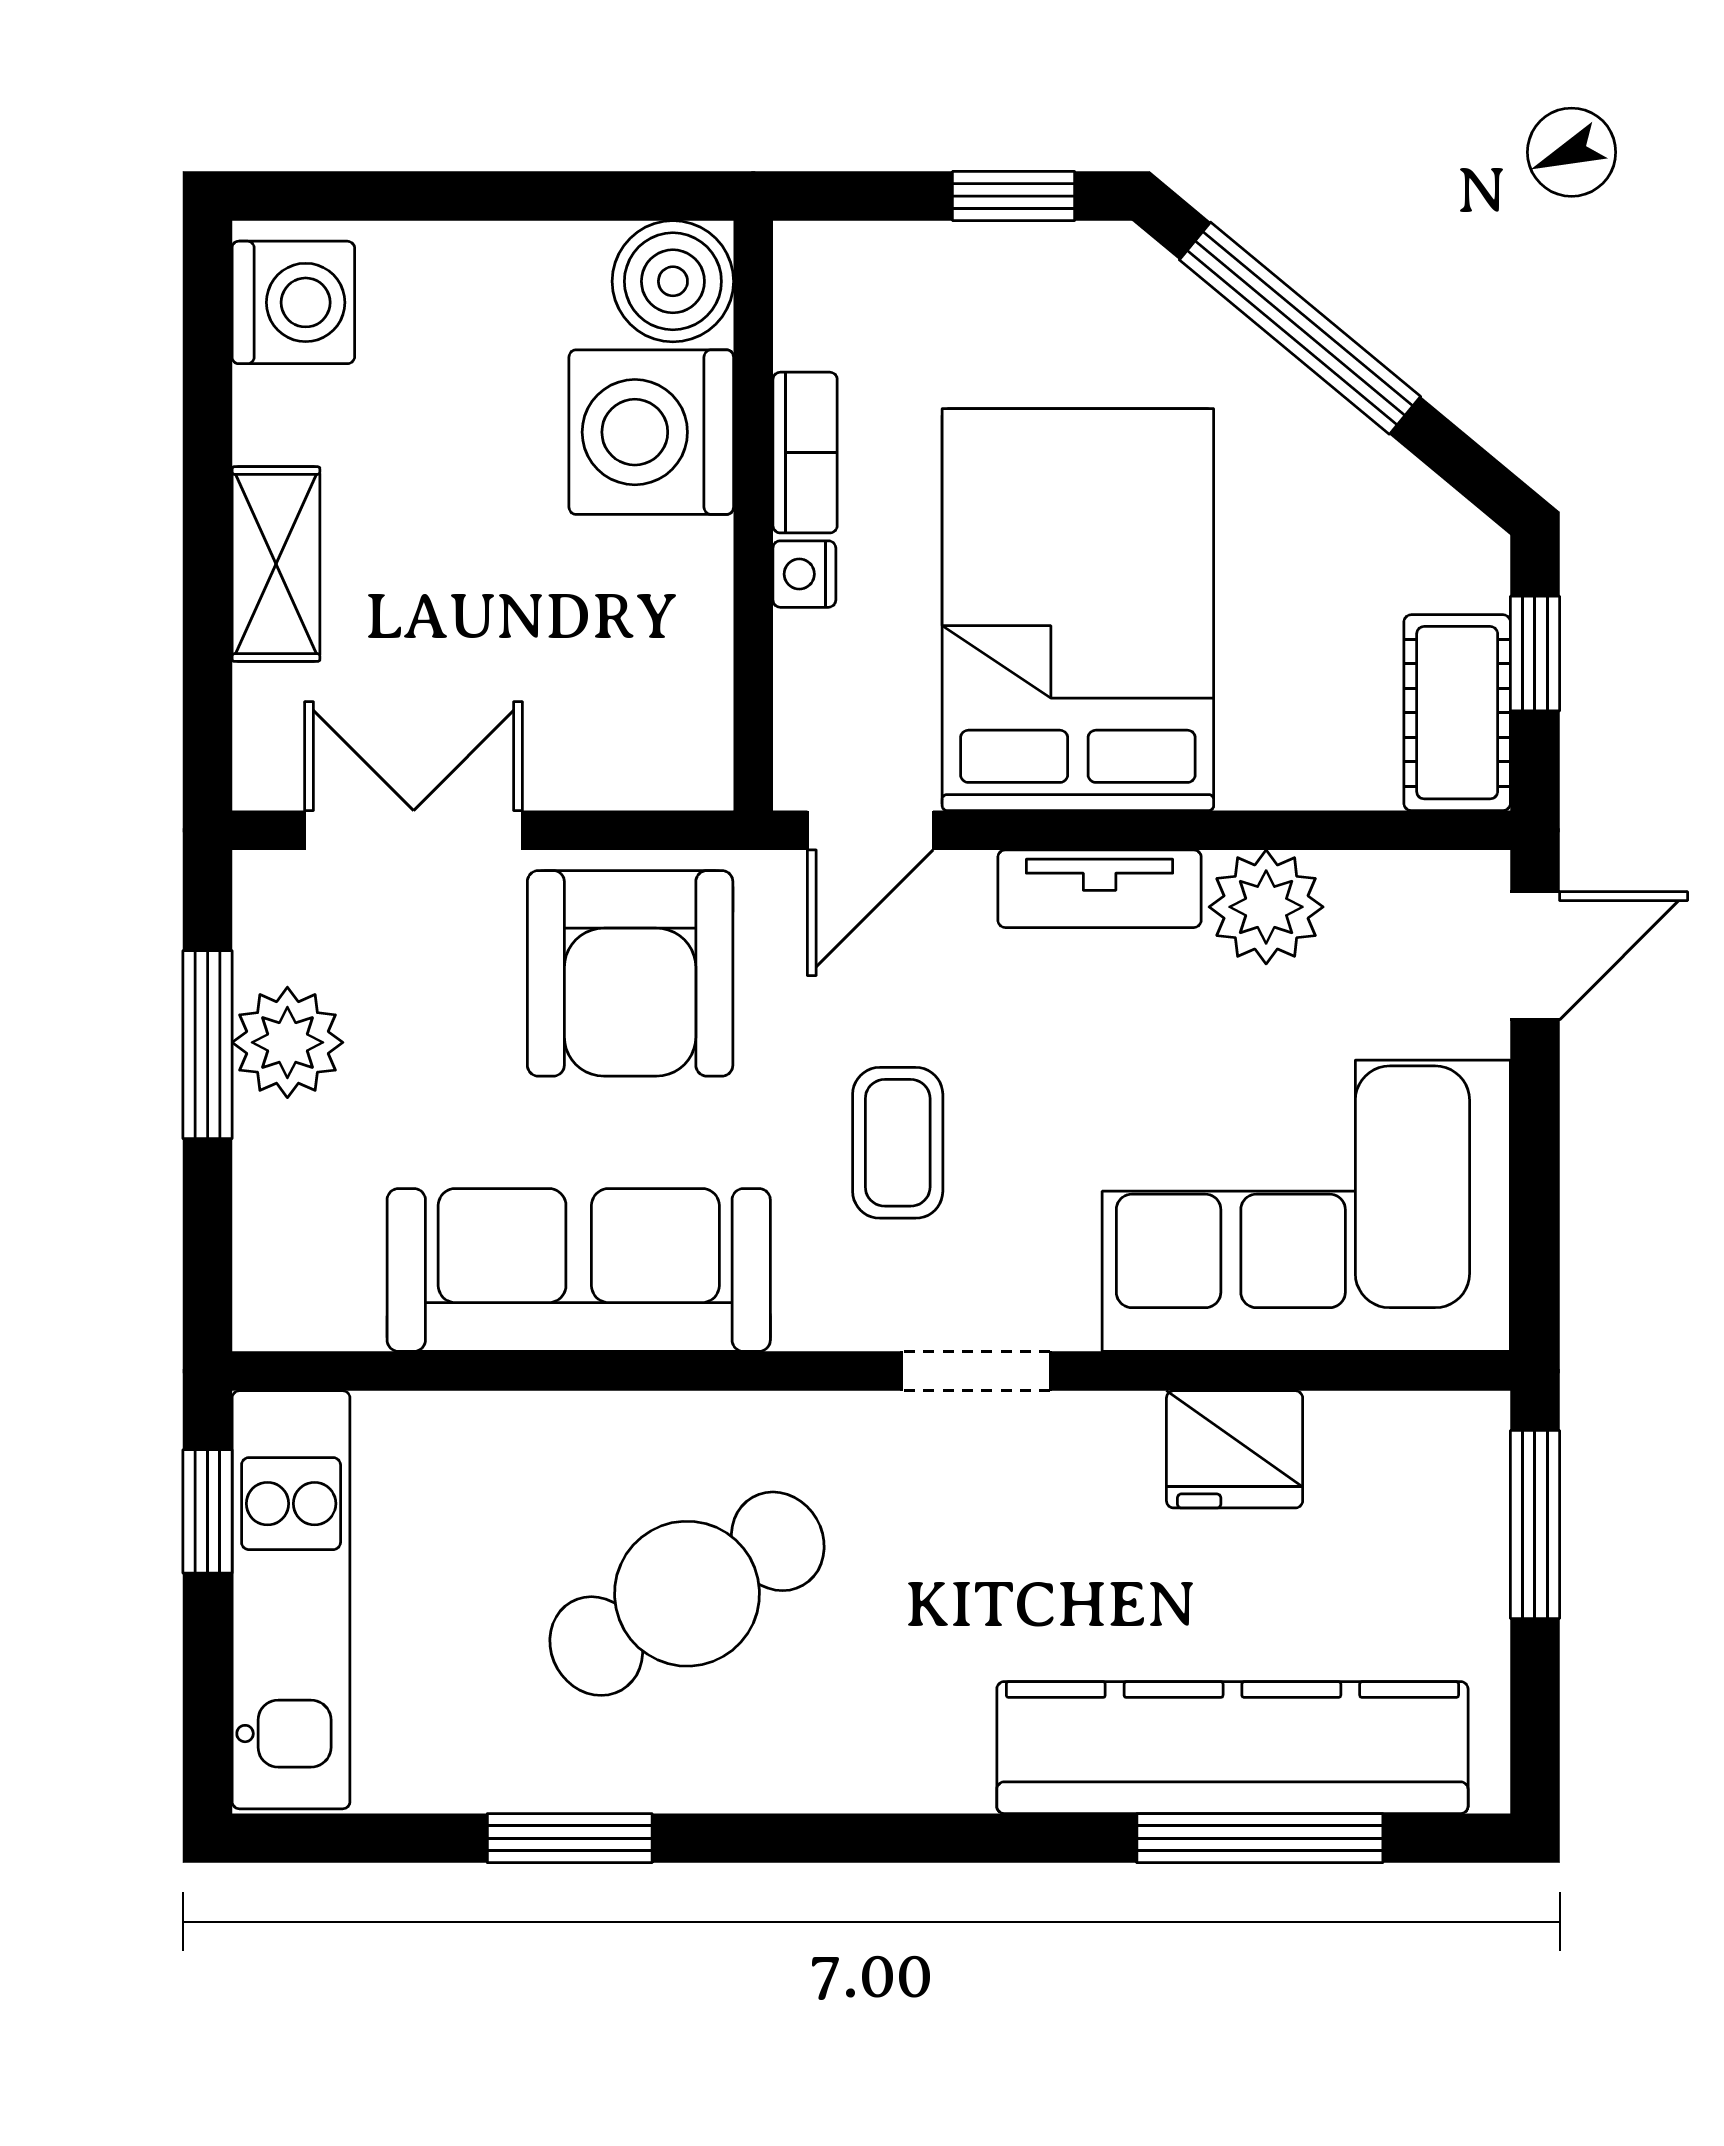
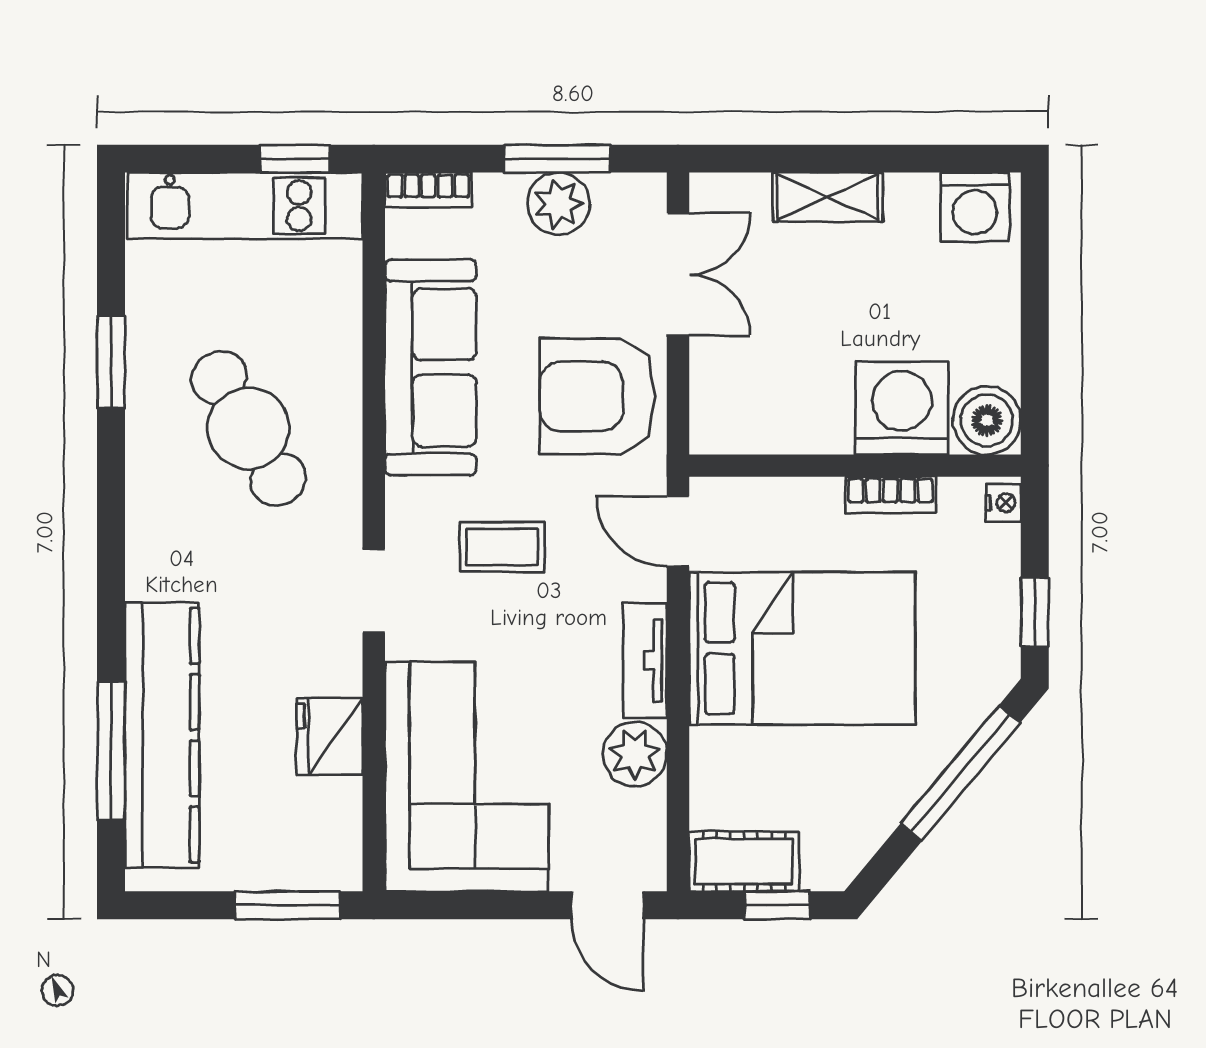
nightstand: (804, 574) -> (1003, 503), moved, turned 90
bookcase: (263, 1274) -> (428, 190), added

